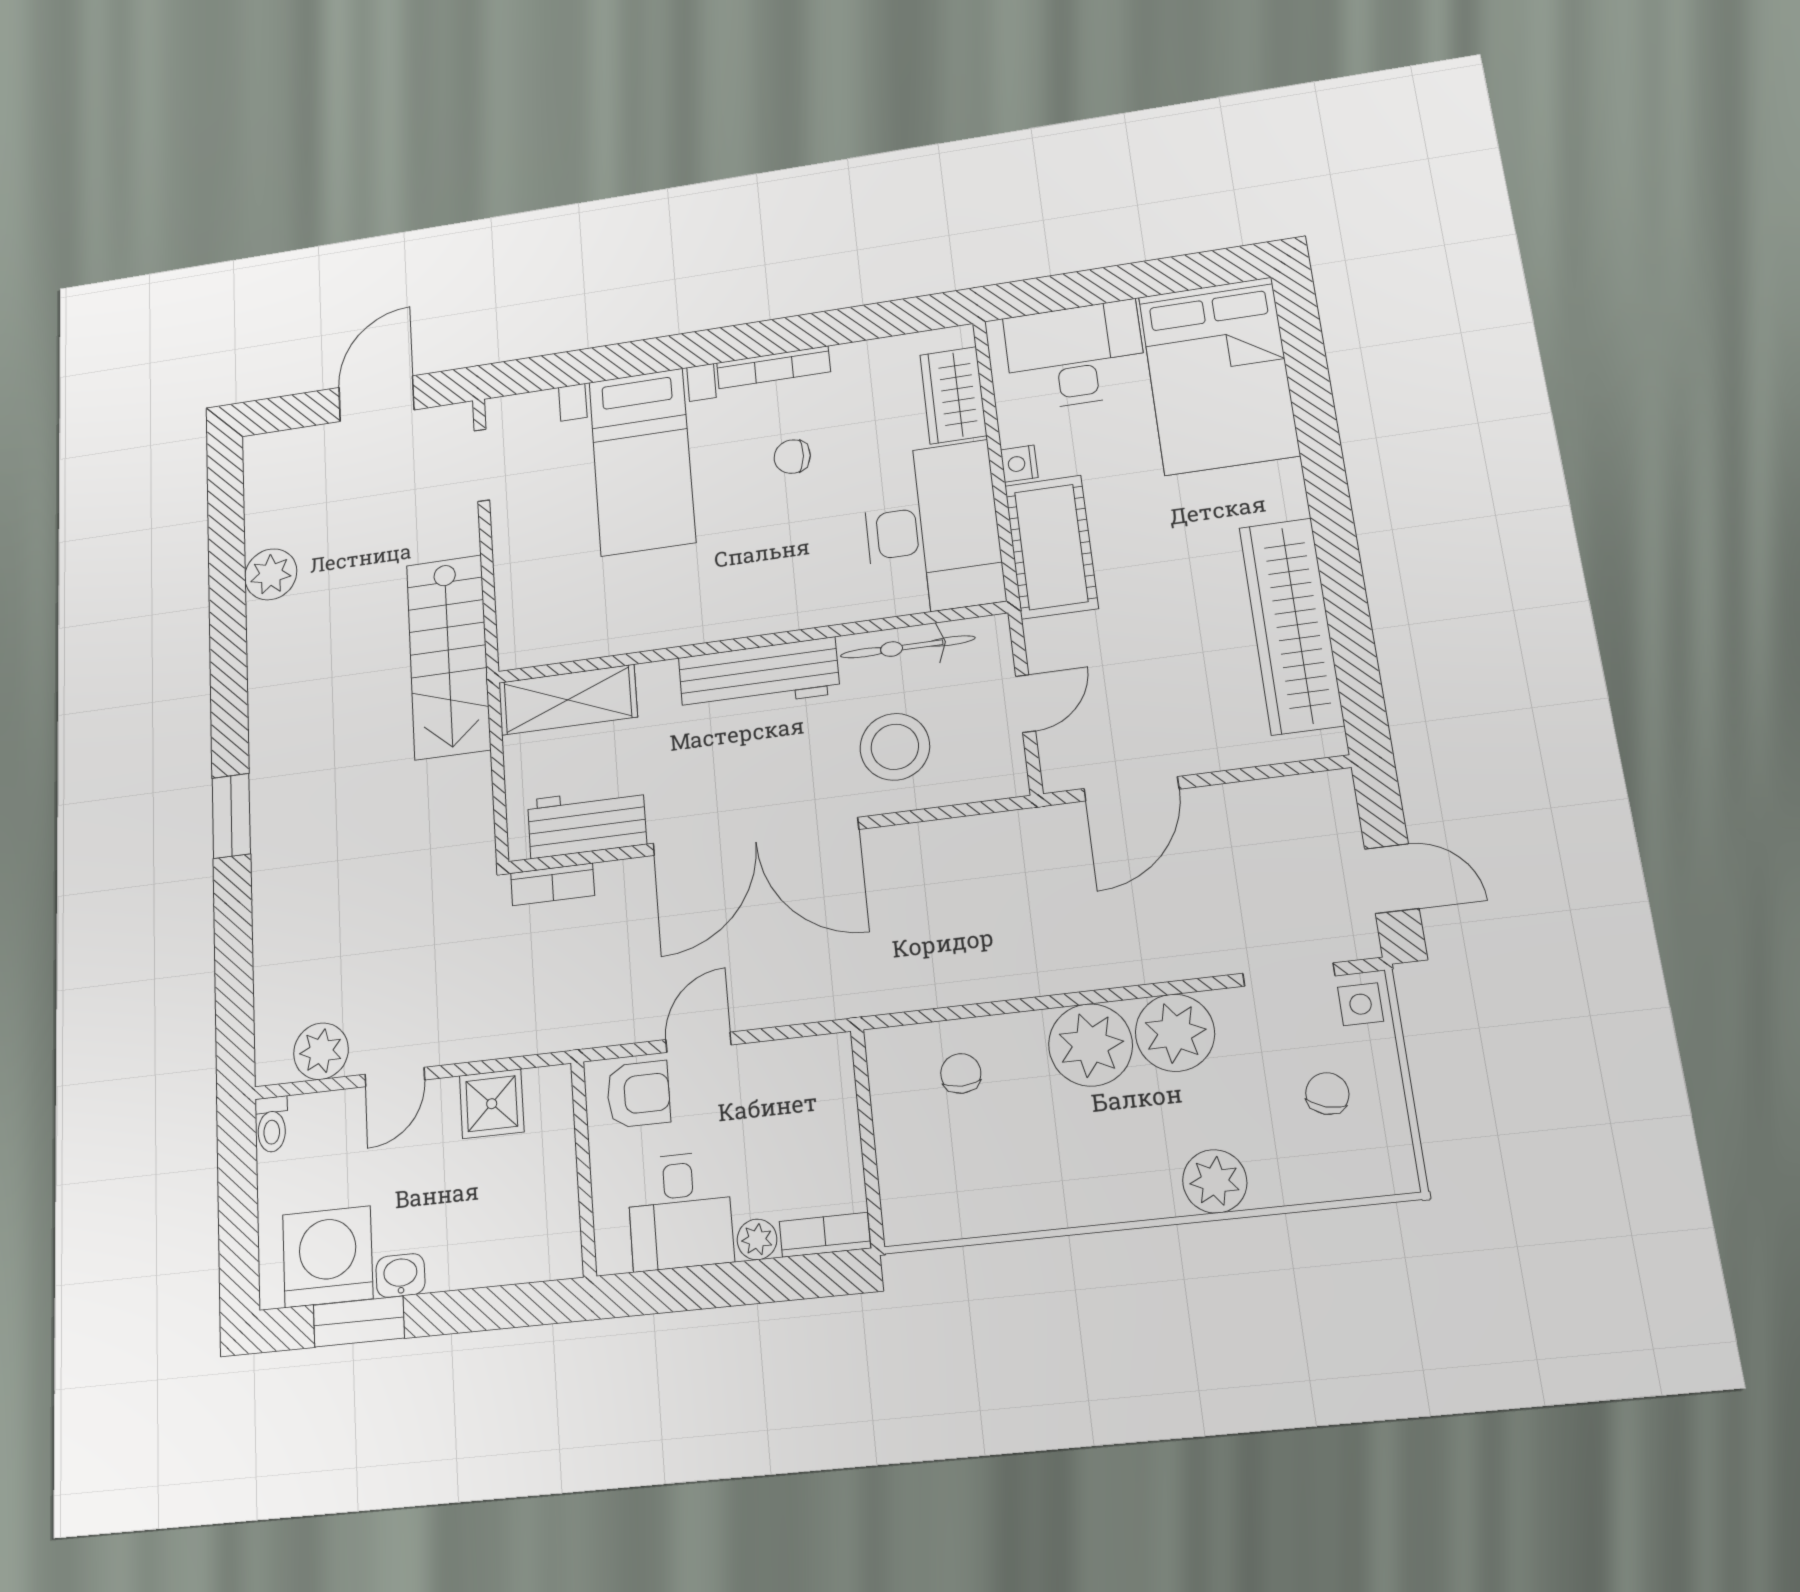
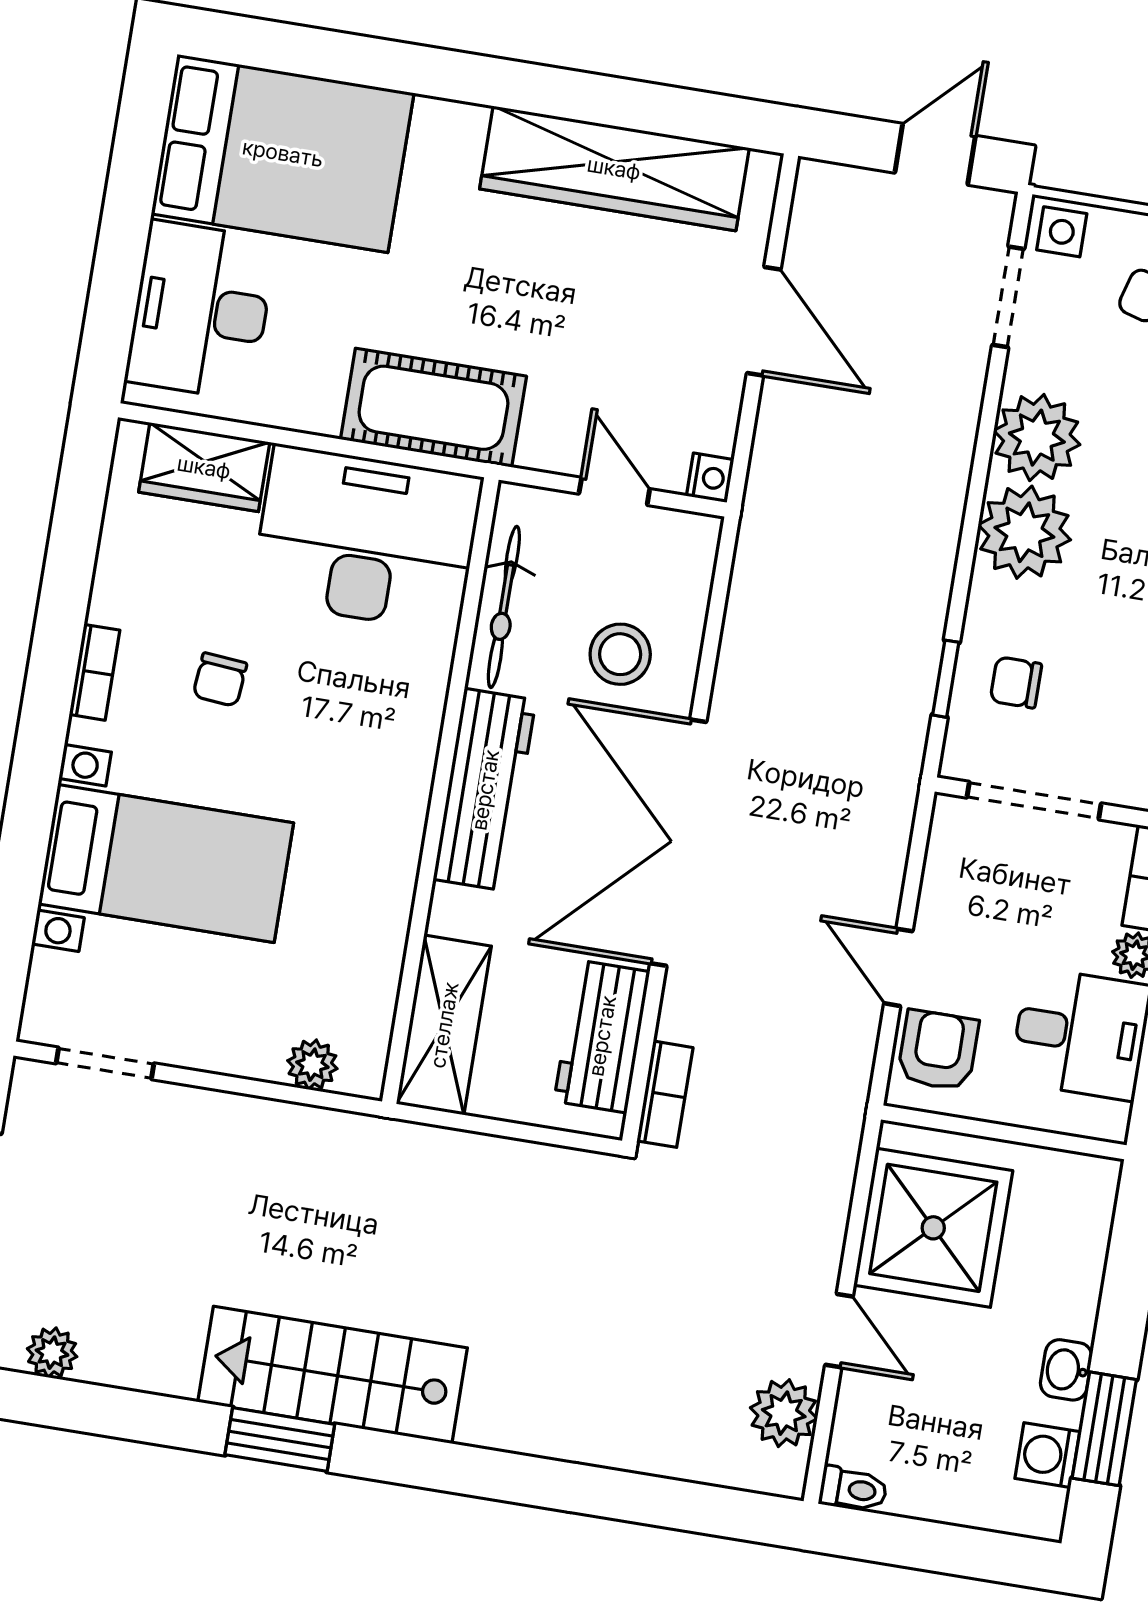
bookcase: (773, 367) -> (95, 672), width x0.64
nightstand: (1019, 464) -> (710, 478), moved, turned -90
plant: (271, 574) -> (52, 1353), moved, width x0.73, depth x0.73
plant: (515, 612) -> (312, 1065), added
stairs: (448, 657) -> (333, 1375), moved, turned 180
stool: (895, 747) -> (620, 654), width x0.73, depth x0.73
door: (1132, 789) -> (764, 321), moved
window: (231, 816) -> (280, 1440), moved
double door: (755, 836) -> (678, 843), swing flipped
window: (948, 1014) -> (946, 679), added
shower: (492, 1104) -> (933, 1228), width x1.86, depth x1.86
doorway: (865, 1117) -> (1034, 801), added
washing machine: (328, 1257) -> (1047, 1455), width x0.53, depth x0.53

